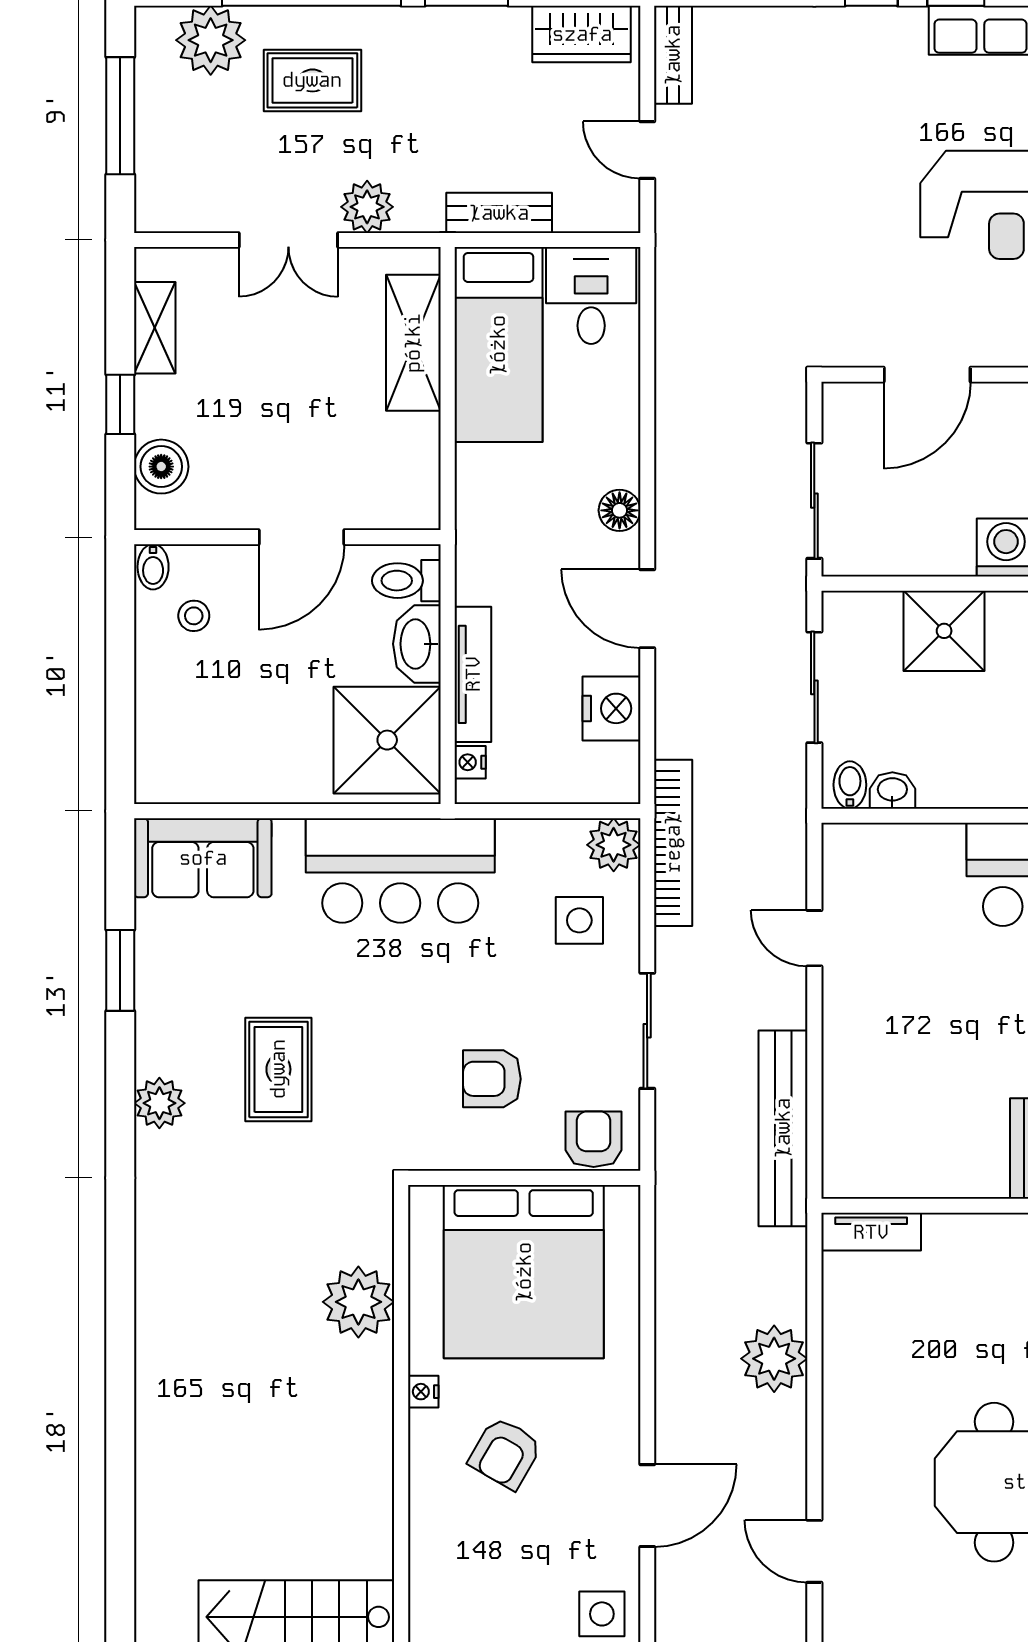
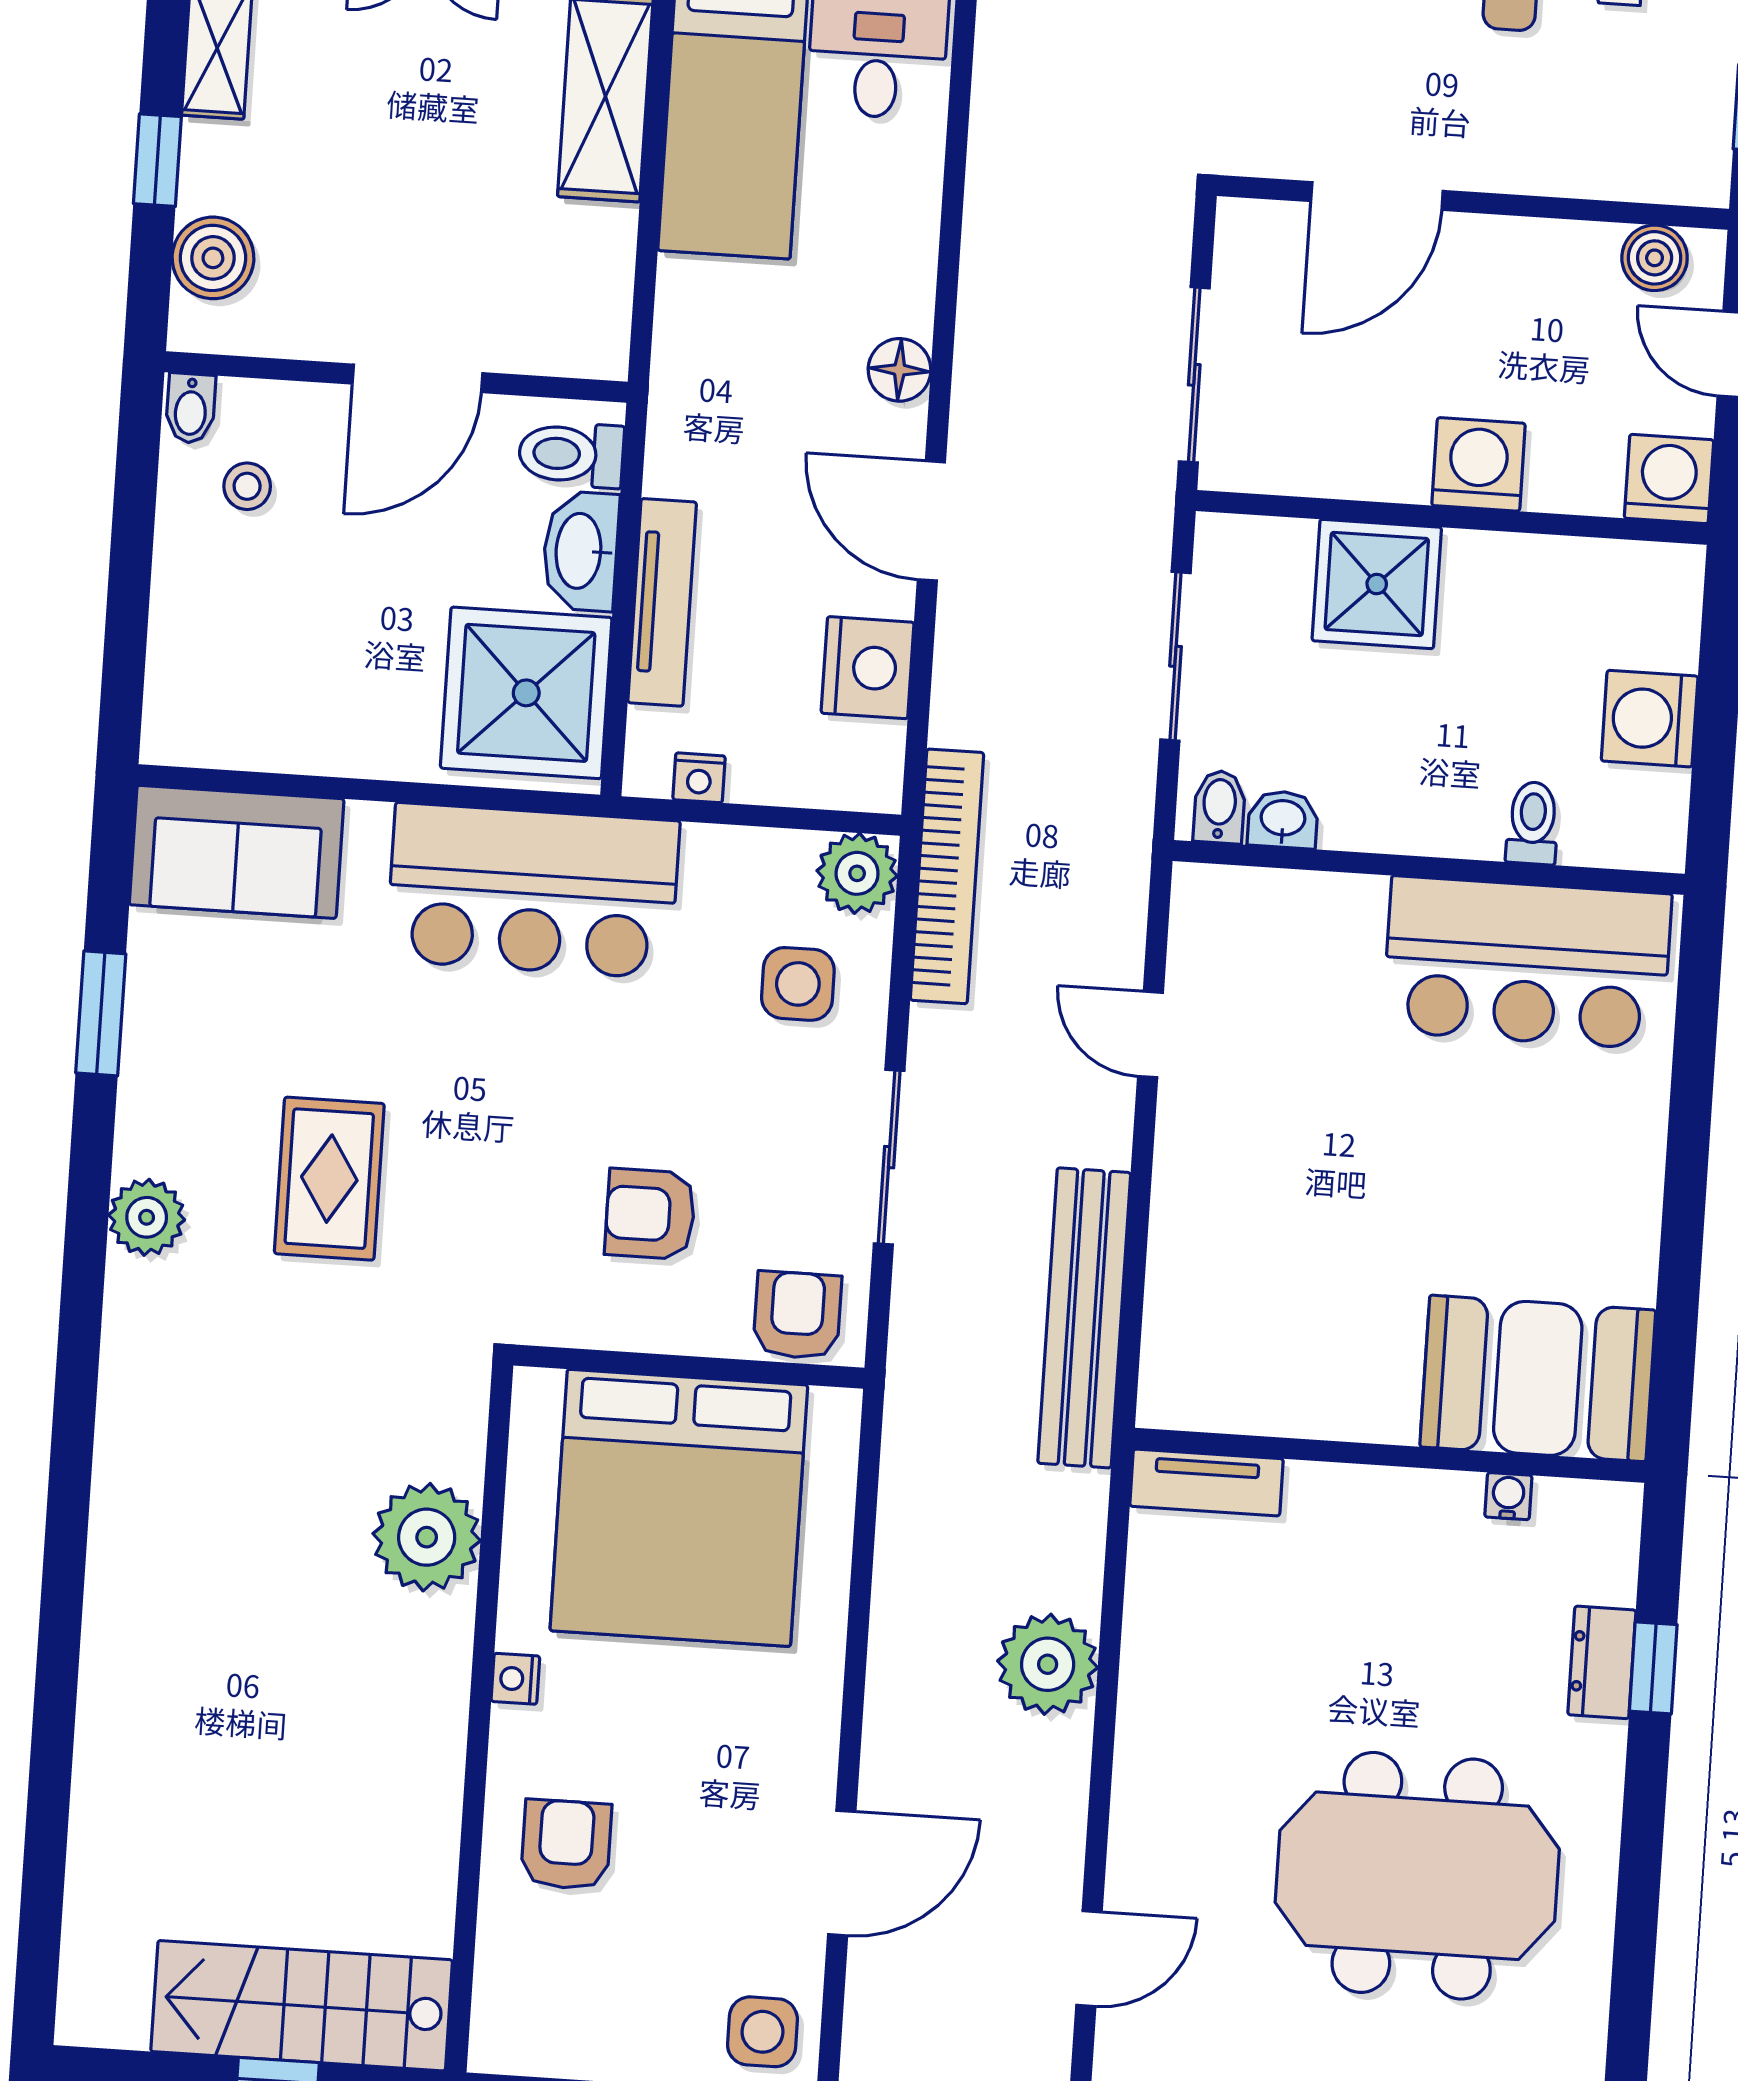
nightstand: (470, 762) -> (699, 778), moved, turned -90
armchair: (505, 1453) -> (566, 1845), moved, turned 150
door: (814, 1551) -> (1089, 1959), swing flipped

